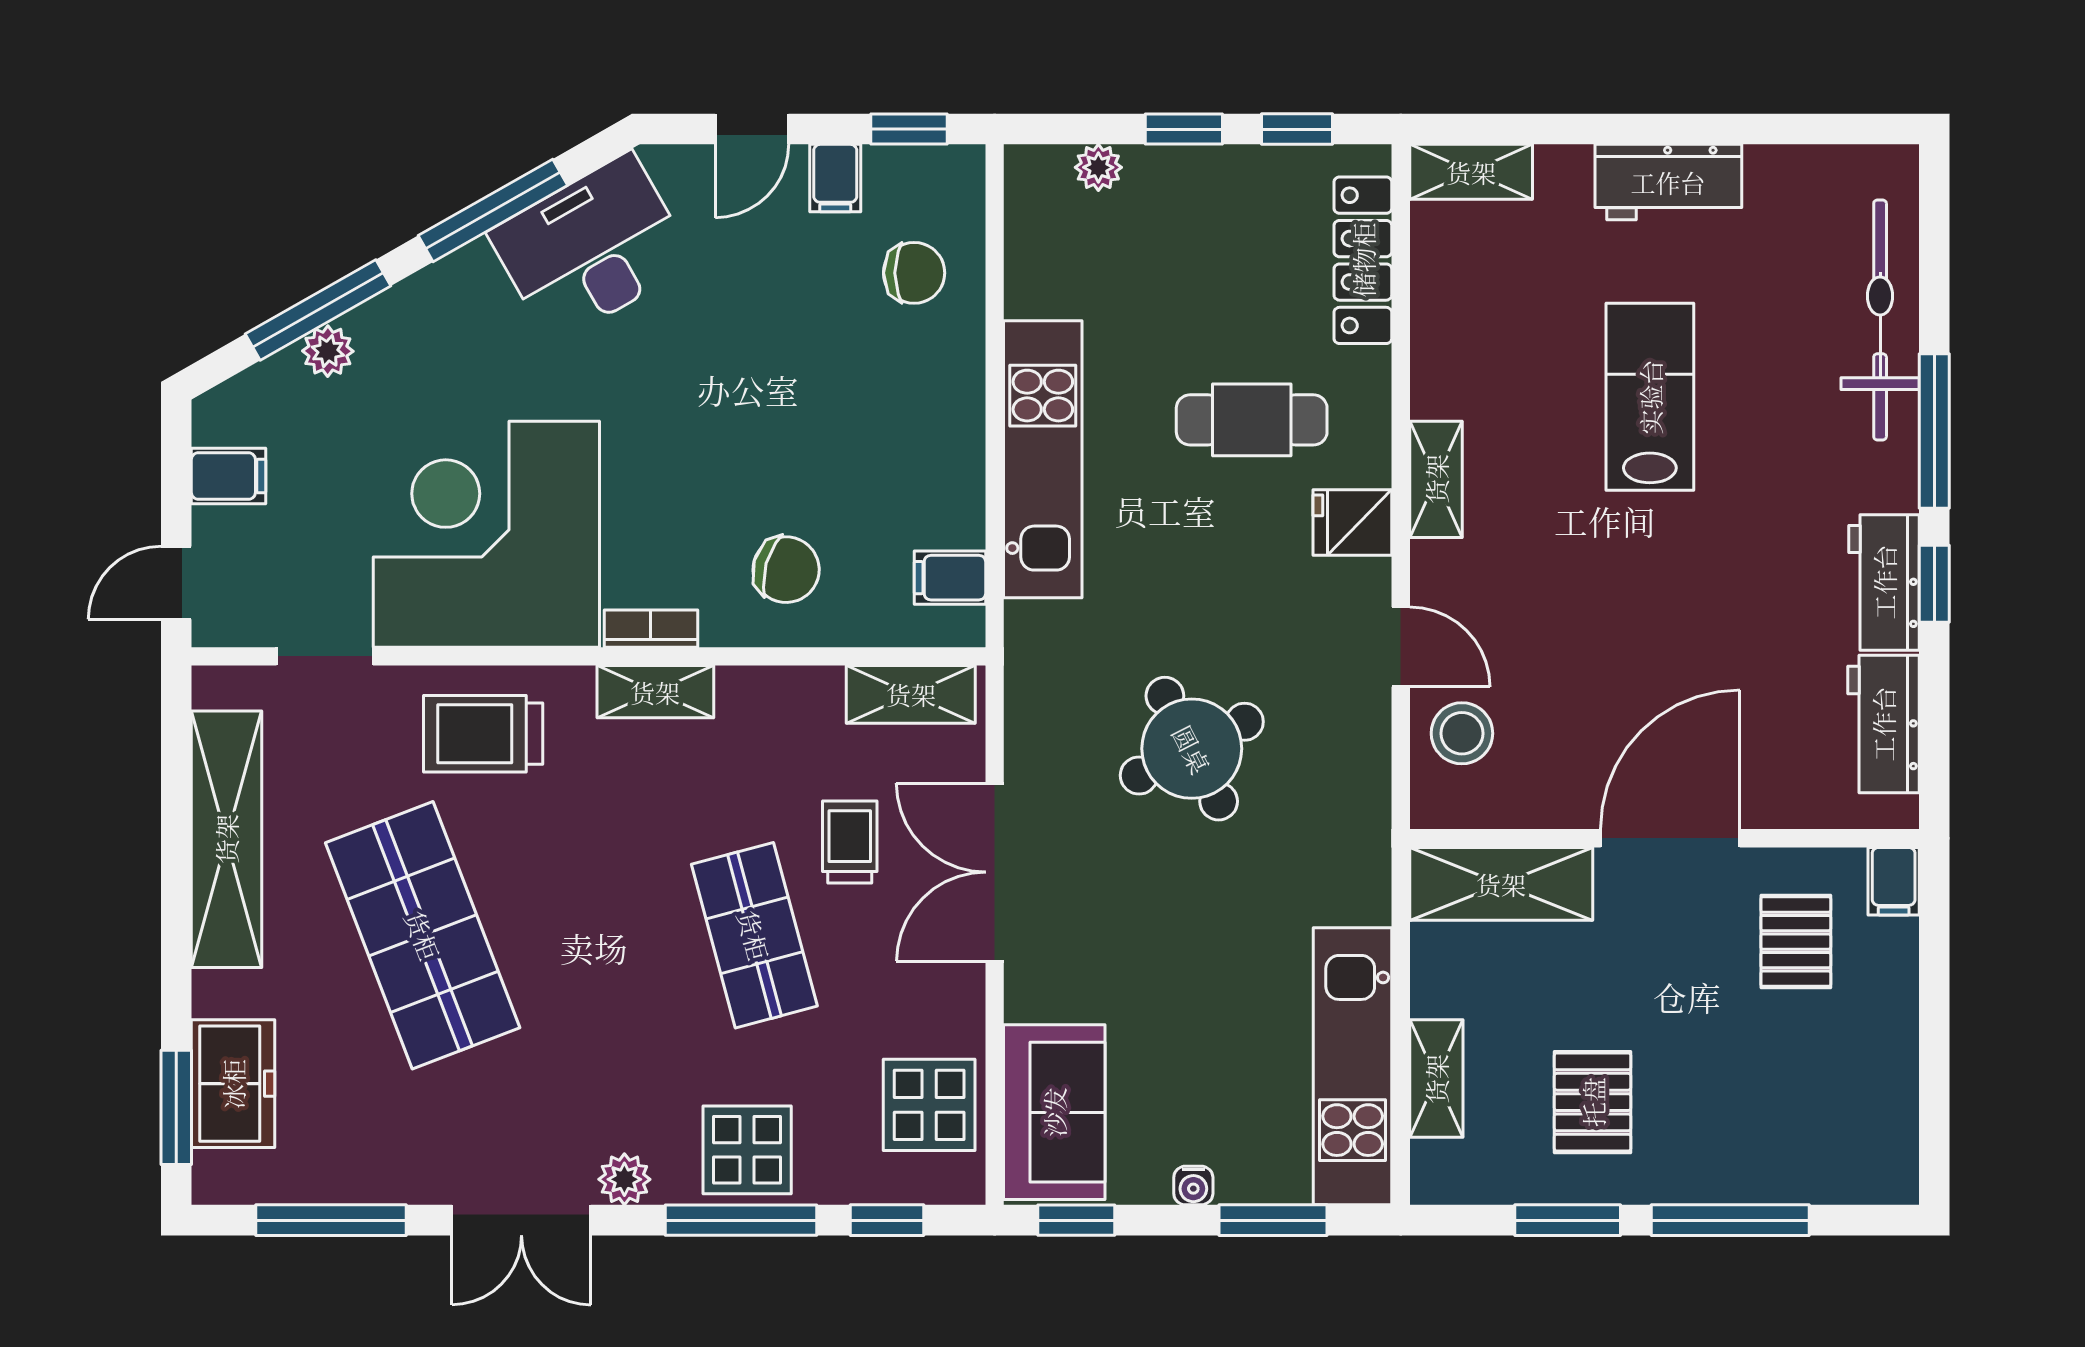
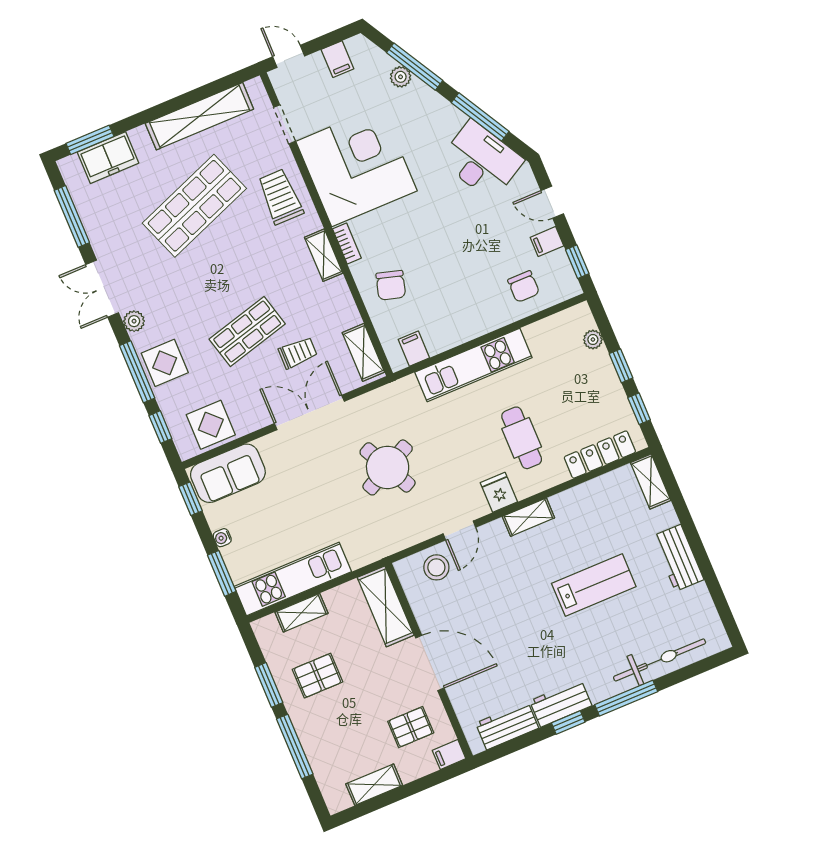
shelving: (1891, 1078) -> (374, 785), added

